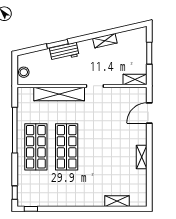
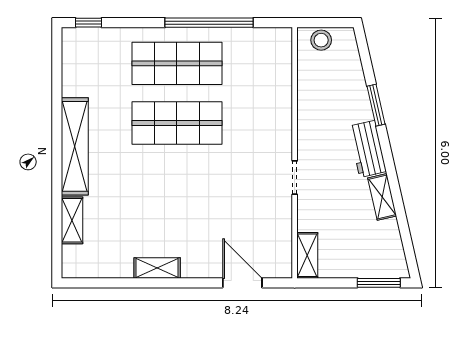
workbench: (64, 52) -> (367, 149), moved
window: (149, 53) -> (379, 283), moved
shelving: (59, 94) -> (75, 146), moved
window: (31, 209) -> (57, 54), removed

